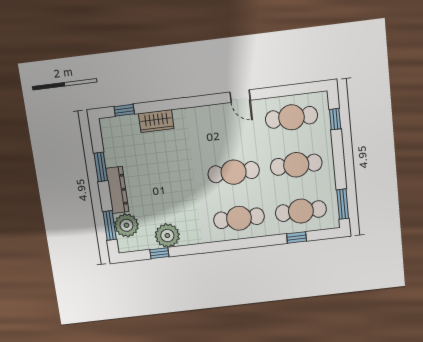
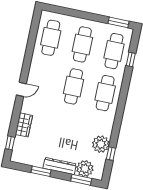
door: (240, 96) -> (21, 89), moved
window: (335, 119) -> (61, 10), removed

